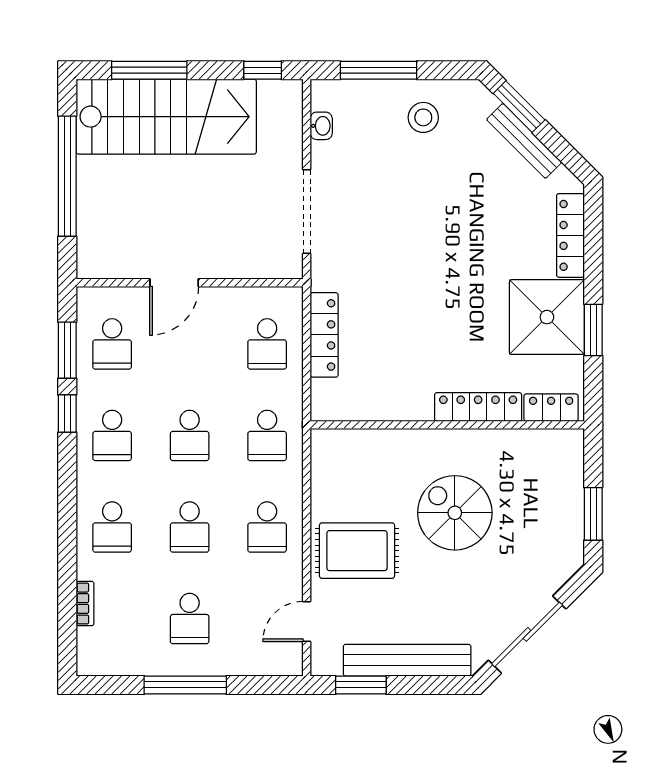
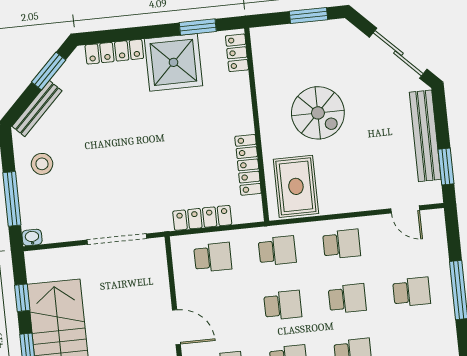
window: (263, 70) -> (22, 298), moved
window: (519, 107) -> (49, 71), moved
washbasin: (321, 126) -> (32, 238), moved
bench: (524, 141) -> (37, 109), moved
window: (593, 330) -> (198, 27), moved
locker: (478, 407) -> (248, 165), moved
spiral stairs: (455, 513) -> (318, 113), turned -90
rug: (357, 551) -> (296, 186), moved

